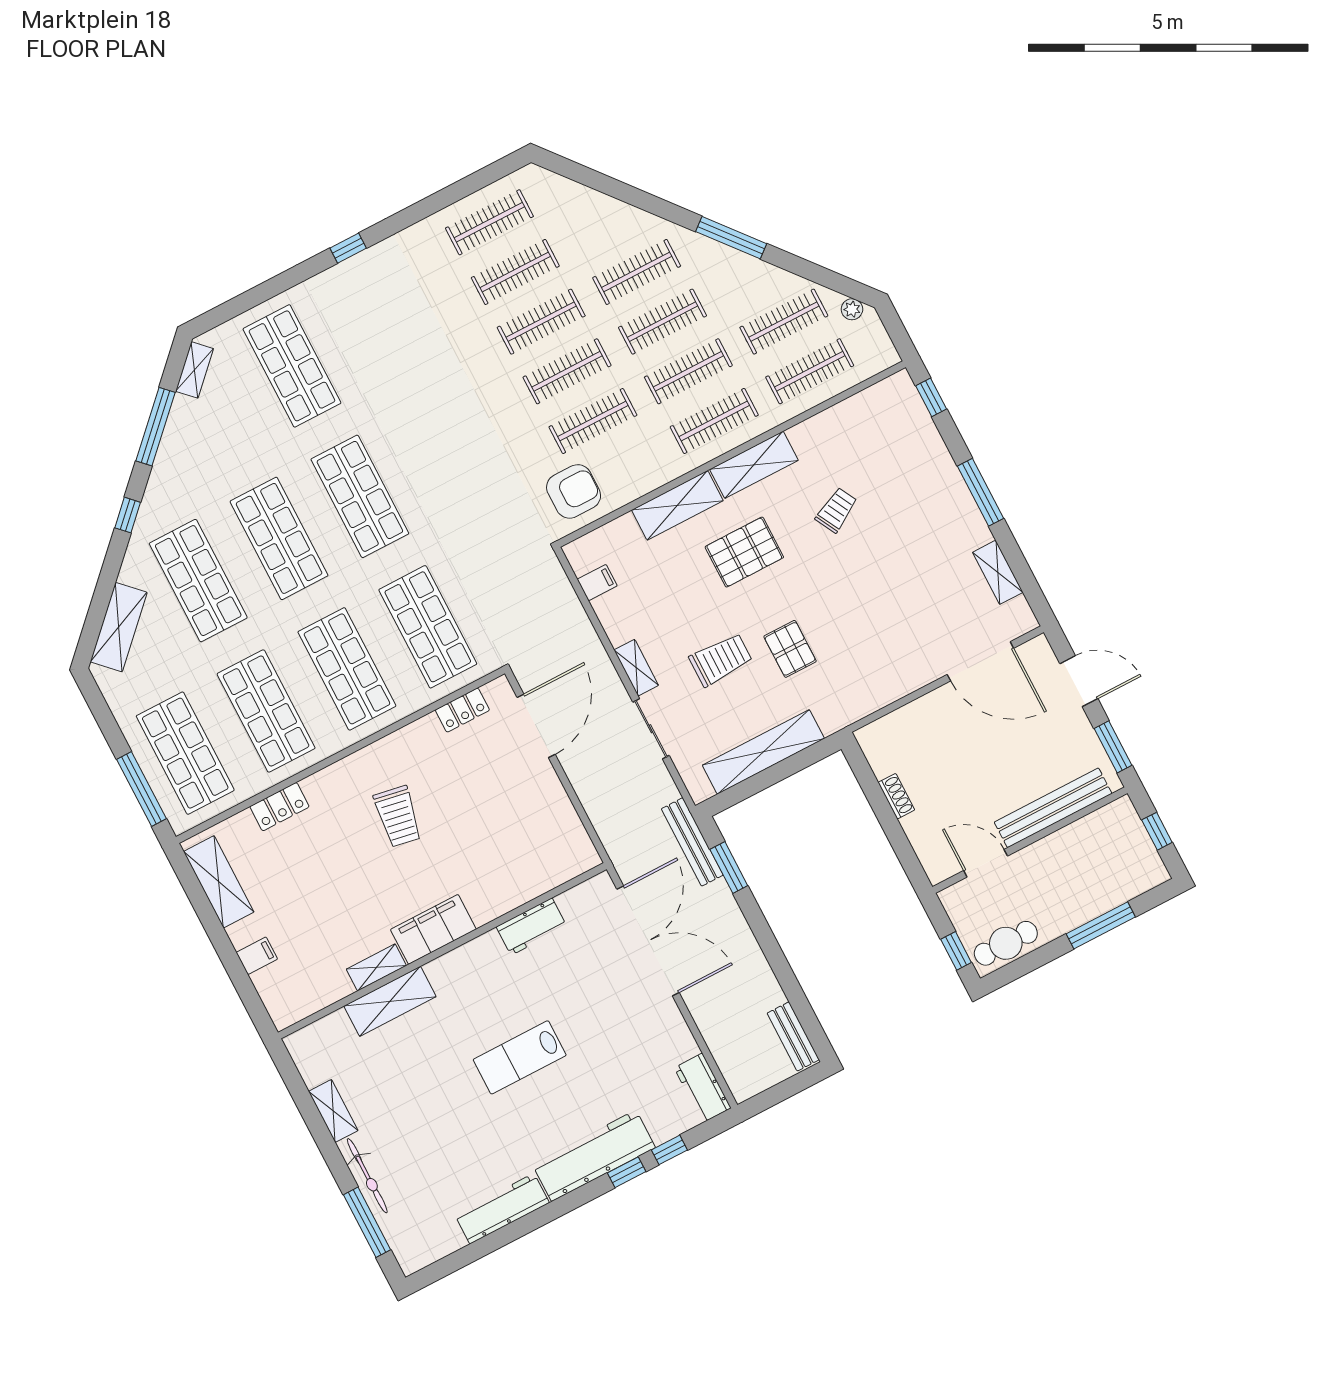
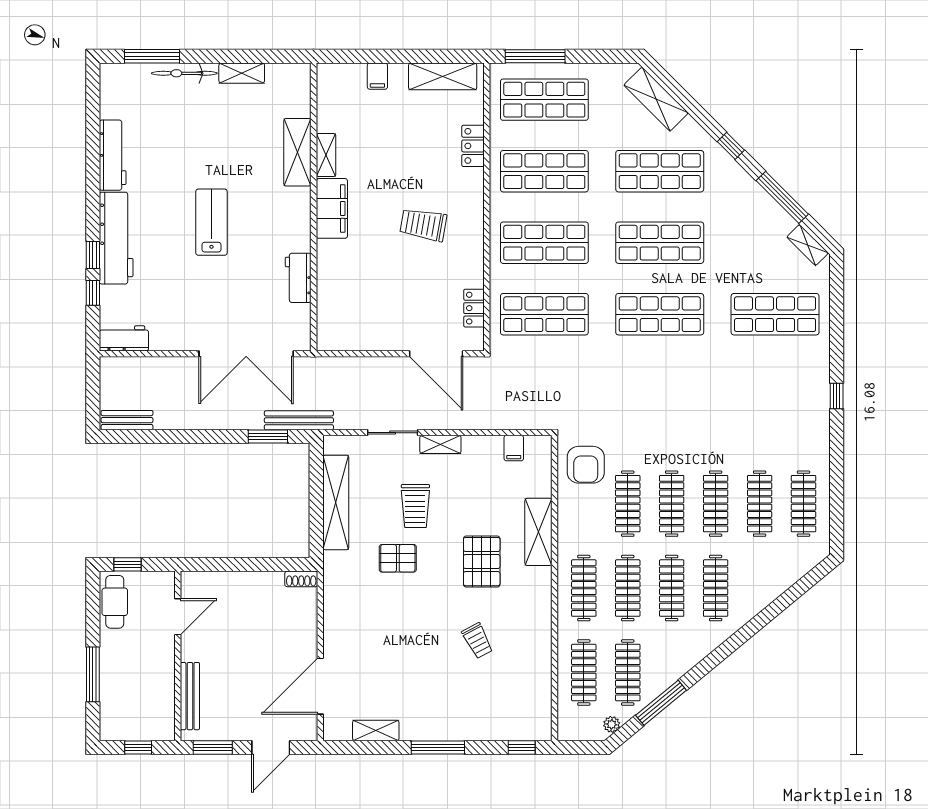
window: (731, 238) -> (661, 703), moved
shelving: (754, 465) -> (539, 600), removed
shoe rack: (896, 796) -> (301, 579), moved
bench: (1053, 808) -> (190, 696), width x0.73, depth x0.82

